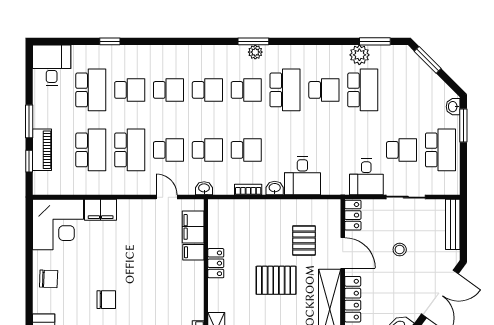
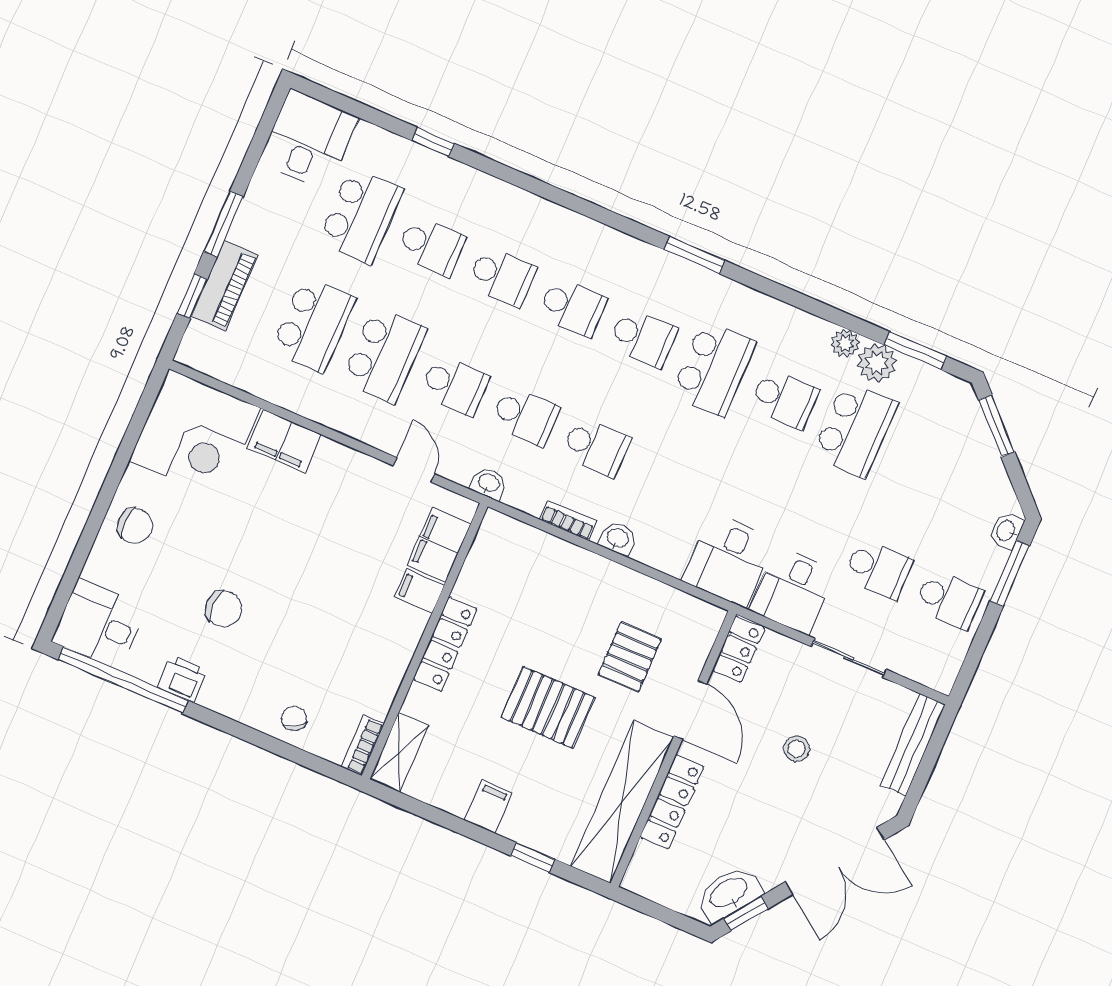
plant: (255, 52) -> (845, 343), moved
school desk: (440, 150) -> (949, 600), width x0.54
desk: (302, 176) -> (728, 560), moved
locker: (216, 263) -> (445, 644), width x1.53

